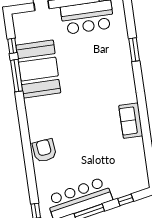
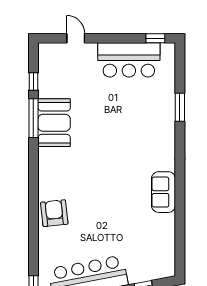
booth: (38, 69) -> (54, 123), width x0.73, depth x0.70

